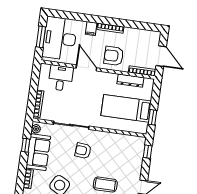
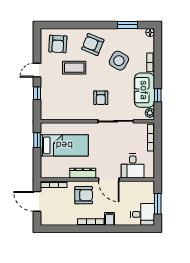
desk: (60, 38) -> (143, 214), width x0.53, depth x0.77
dresser: (130, 81) -> (83, 173), moved
armchair: (83, 151) -> (101, 98), turned 85
window: (148, 152) -> (37, 93), moved

